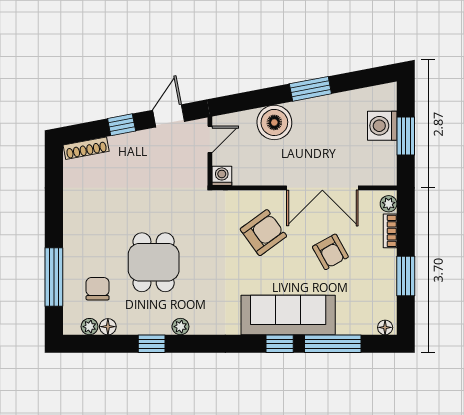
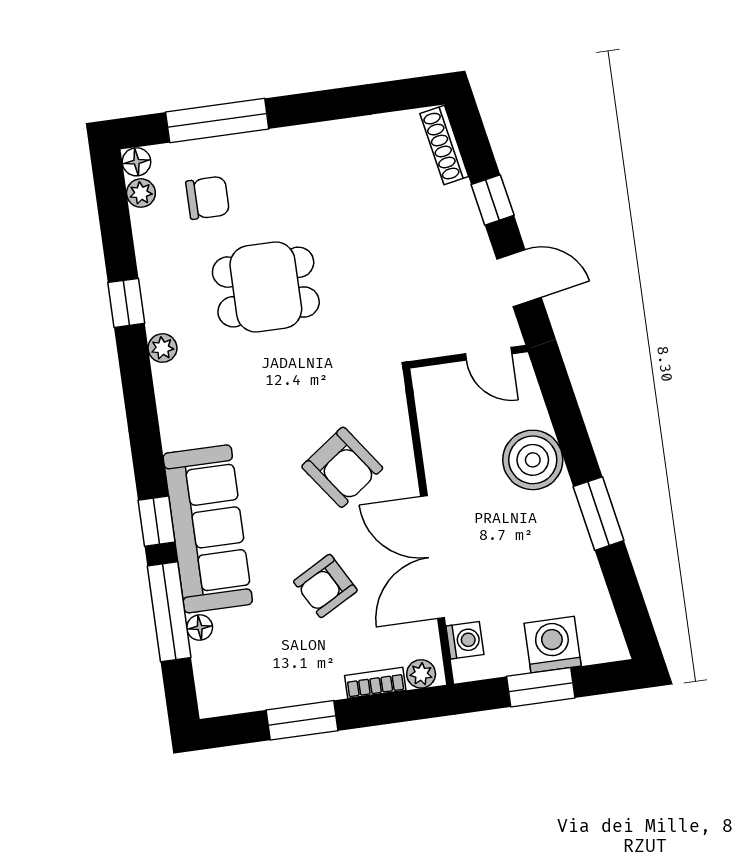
washing machine: (222, 176) -> (465, 640), moved
floor lamp: (108, 327) -> (136, 162), moved
floor lamp: (385, 327) -> (200, 627), moved

